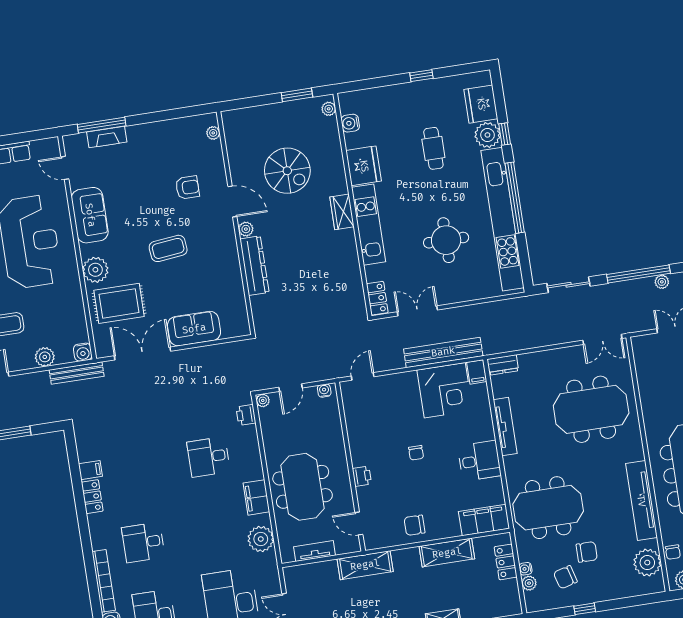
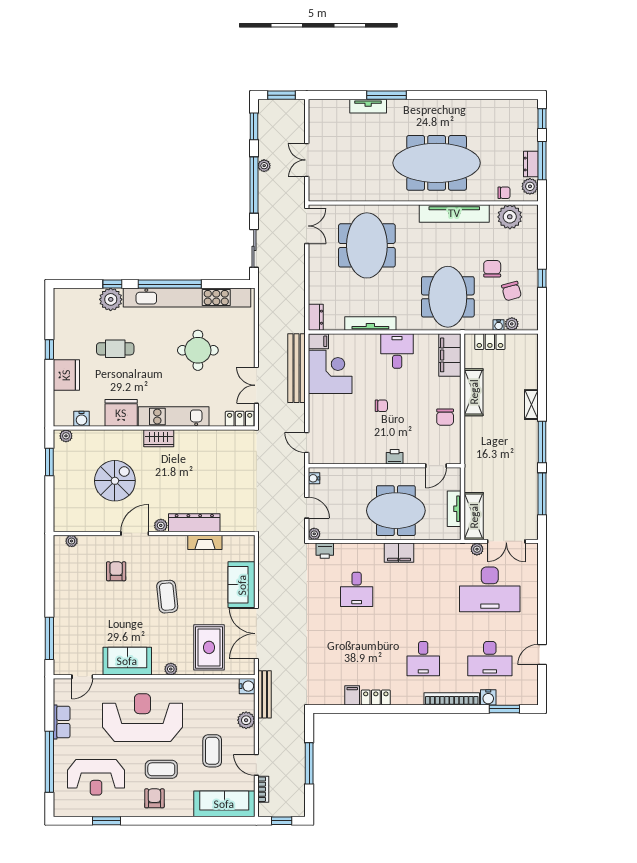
fridge: (481, 104) -> (66, 375), moved, turned -90
fireplace: (107, 137) -> (205, 542), moved, turned 90
plant: (95, 270) -> (171, 669), width x0.53, depth x0.53
plant: (261, 539) -> (477, 549), moved, width x0.53, depth x0.53
shelving: (365, 565) -> (474, 516), moved

